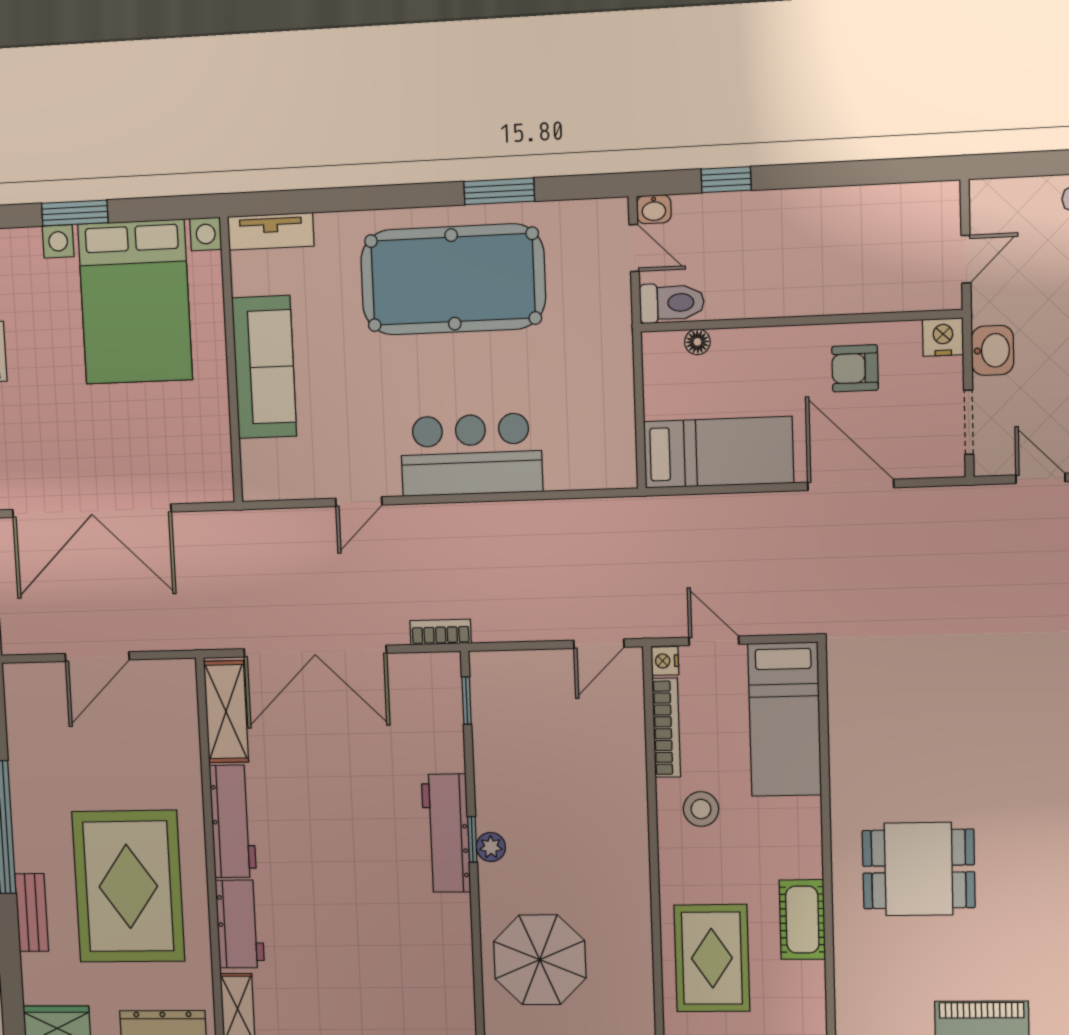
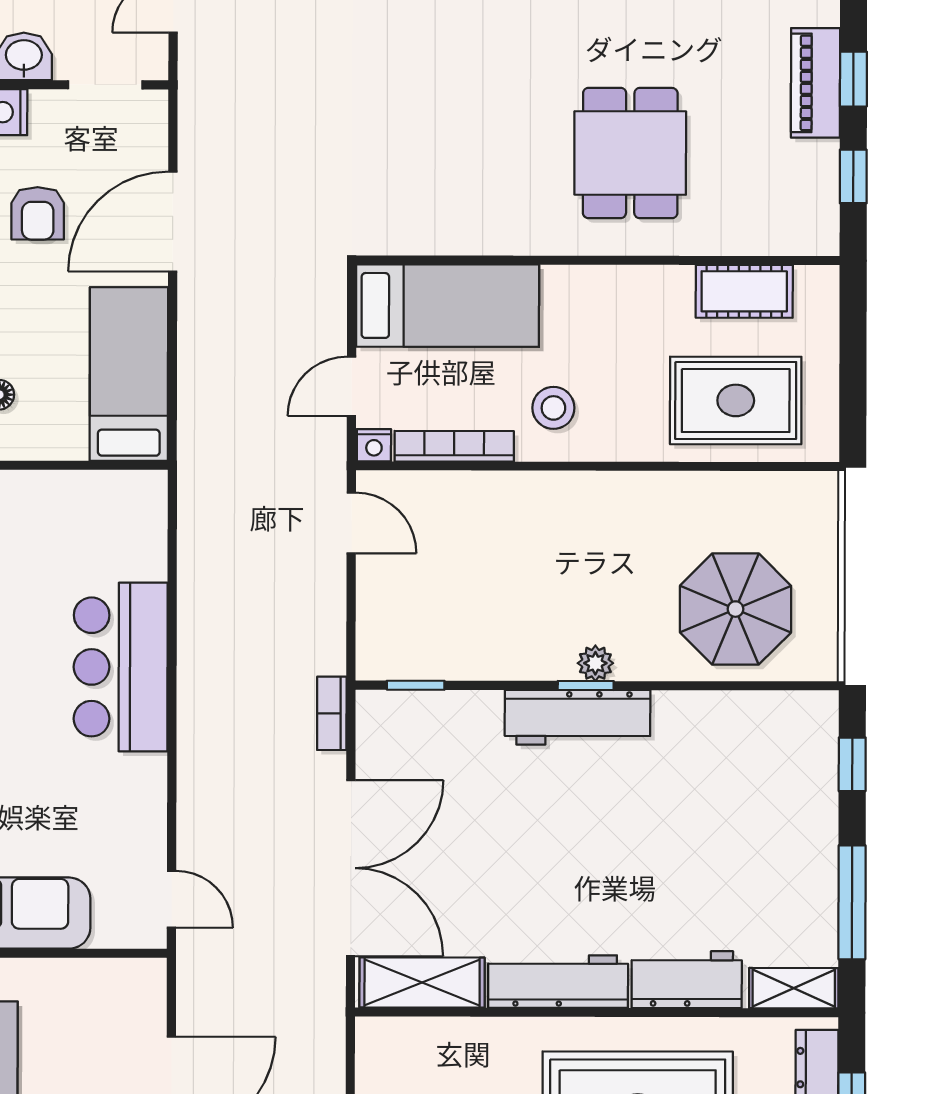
door: (359, 502) -> (172, 899), moved
cot: (802, 920) -> (744, 291), moved

